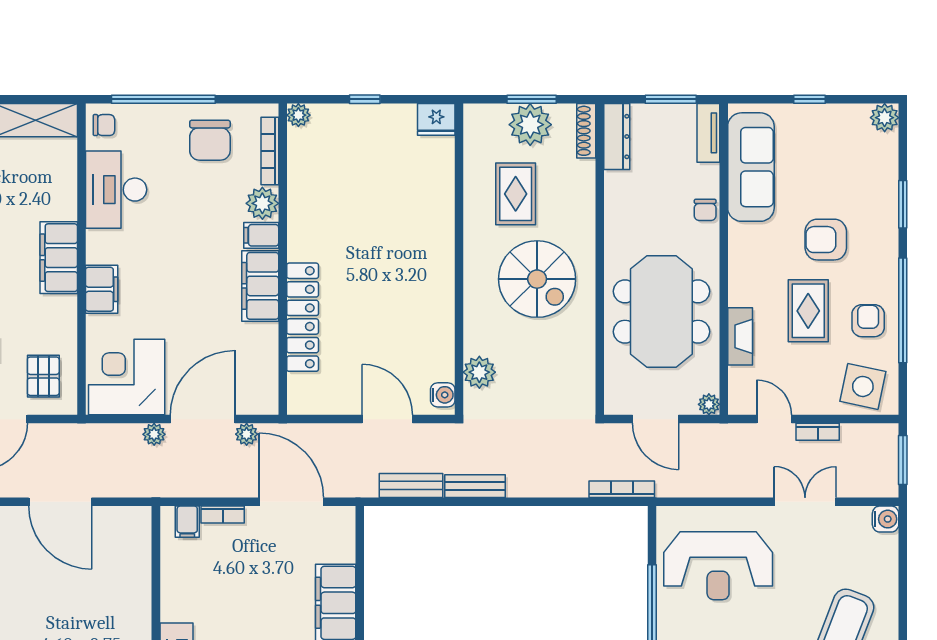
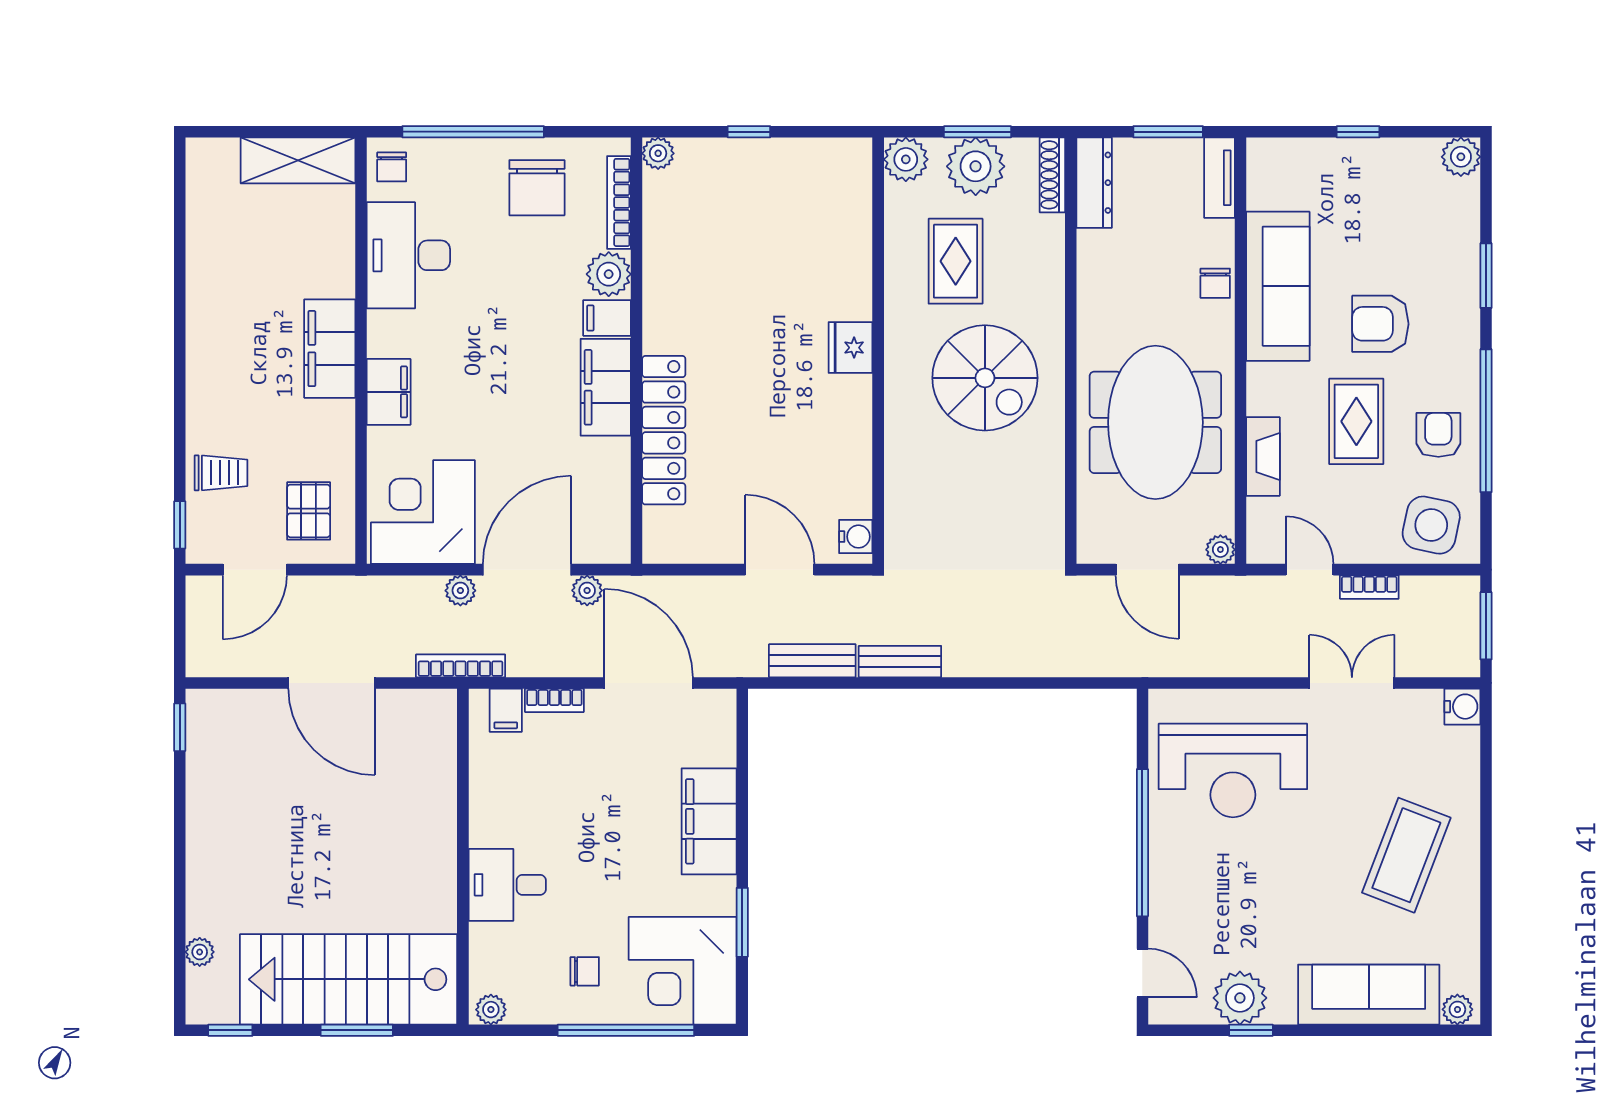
fridge: (436, 119) -> (851, 348), moved, turned 90
chair: (104, 125) -> (392, 167), turned 90
sofa: (751, 167) -> (1278, 286), moved
plant: (479, 372) -> (906, 159), moved
bookcase: (622, 489) -> (461, 666), moved

